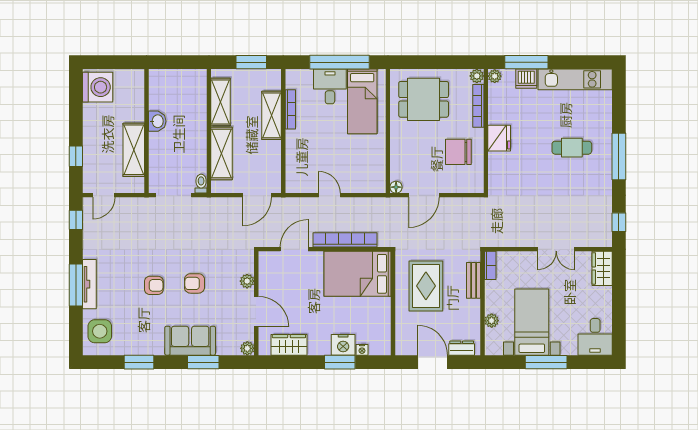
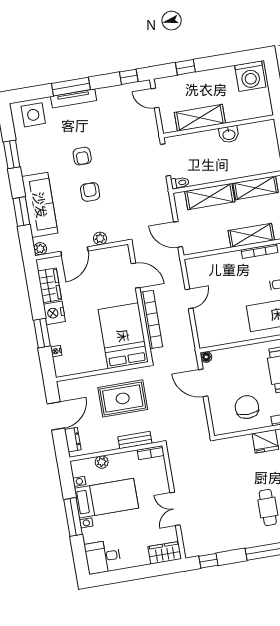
sofa: (190, 341) -> (40, 205), width x1.36
nightstand: (343, 345) -> (54, 313), moved

